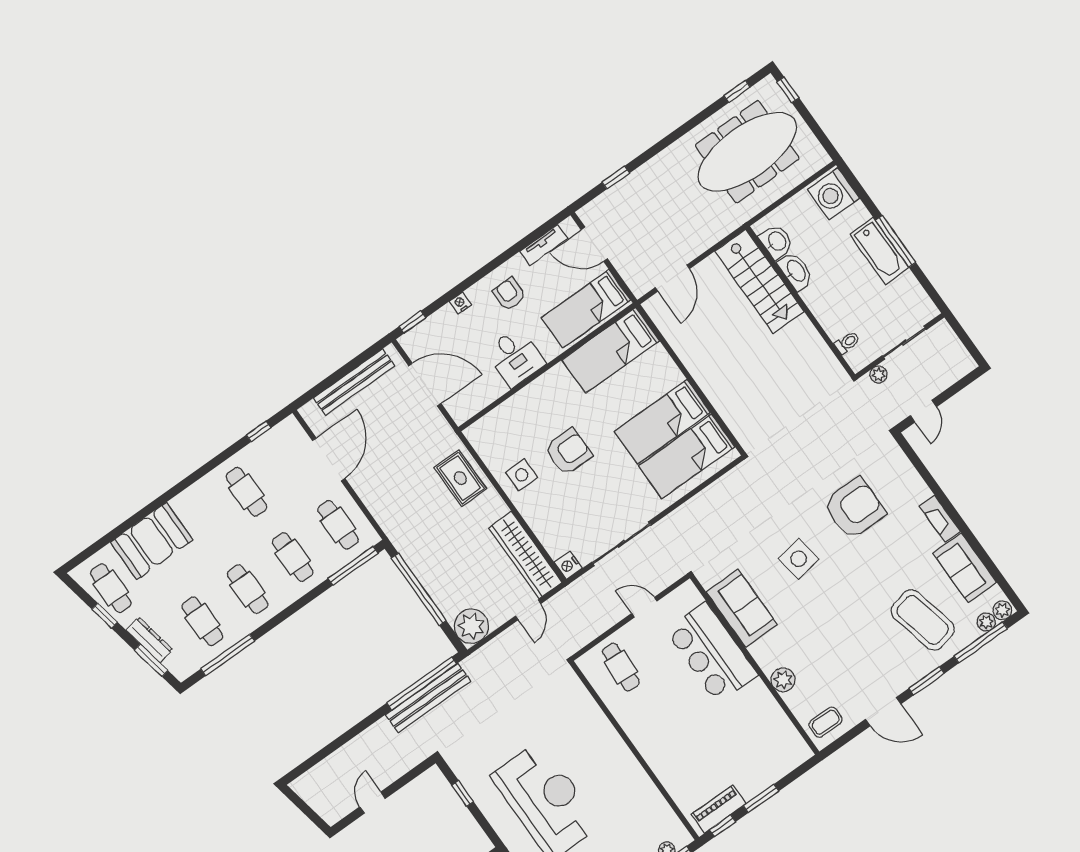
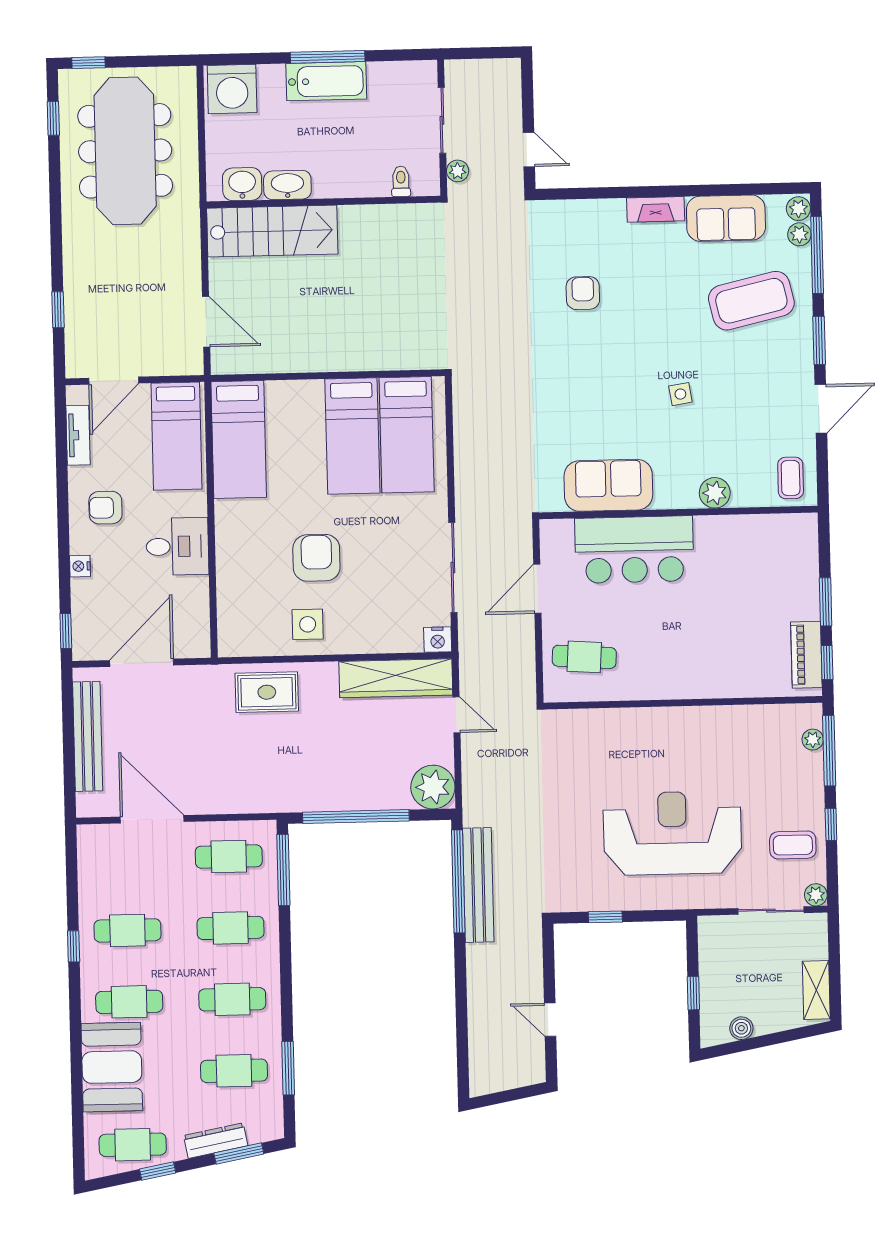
window: (259, 431) -> (74, 946), moved
armchair: (854, 508) -> (583, 293), width x0.53, depth x0.53
cafe table: (201, 524) -> (129, 1002), added
side table: (799, 559) -> (680, 394), moved, width x0.54, depth x0.54
door: (644, 607) -> (537, 589), width x1.38
window: (228, 655) -> (288, 1068), width x0.69

